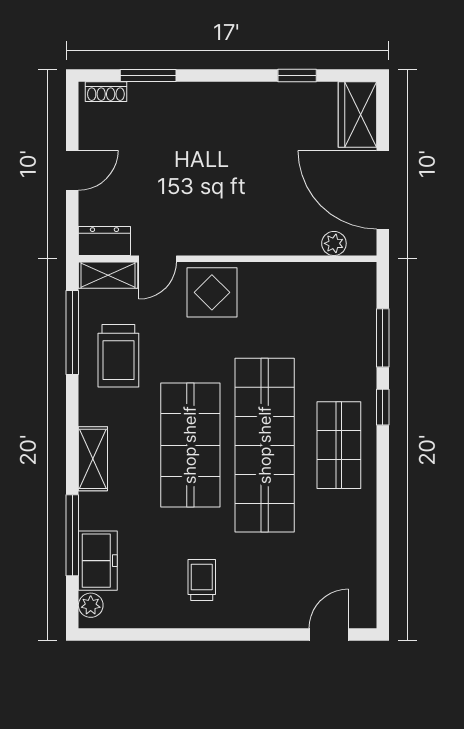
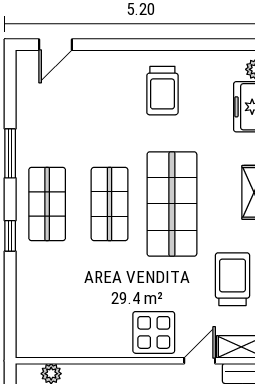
window: (383, 338) -> (10, 153), moved
shop shelf: (265, 445) -> (110, 204), width x0.50, depth x0.74
trolley: (202, 580) -> (162, 91), width x1.36, depth x1.39

